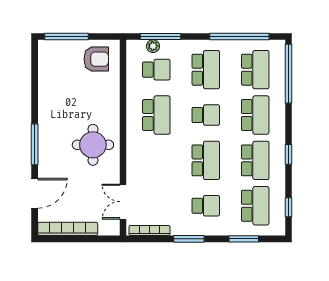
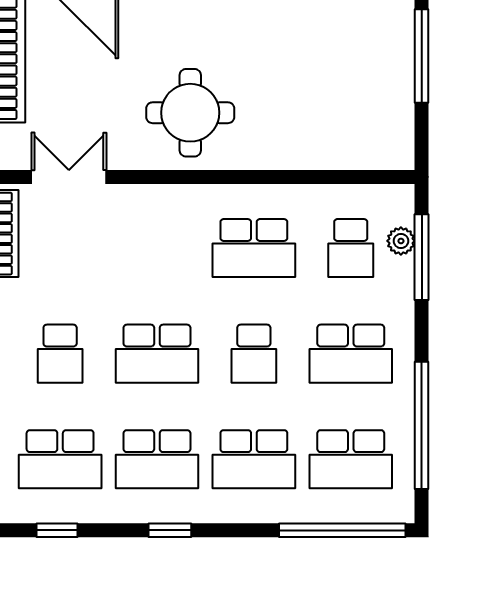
armchair: (96, 59) -> (373, 120), removed

